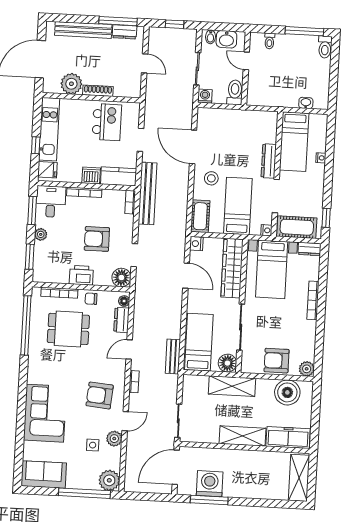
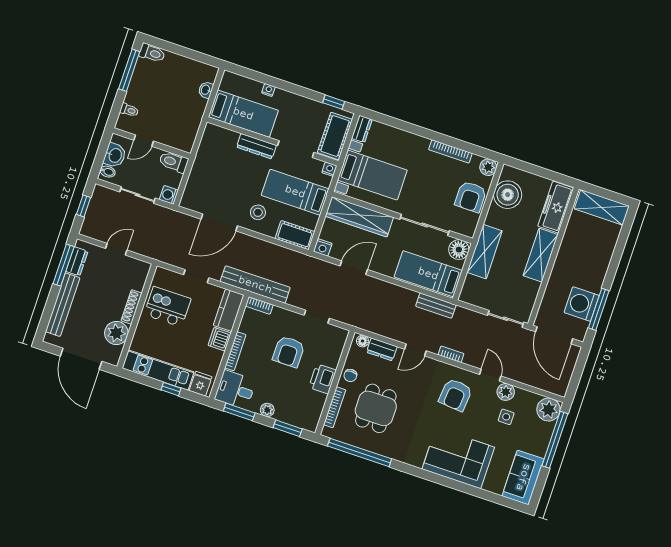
floor lamp: (121, 278) -> (337, 337), removed
bookcase: (313, 300) -> (450, 151), moved
door: (129, 349) -> (415, 350), hinge flipped

